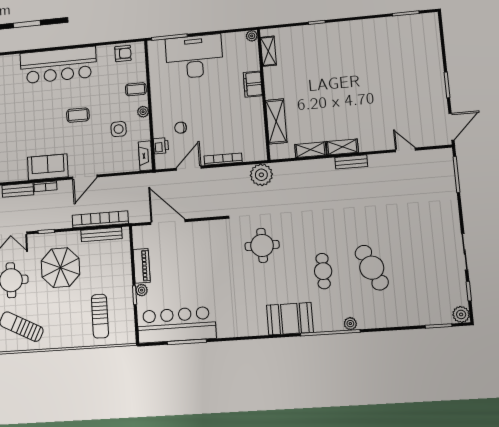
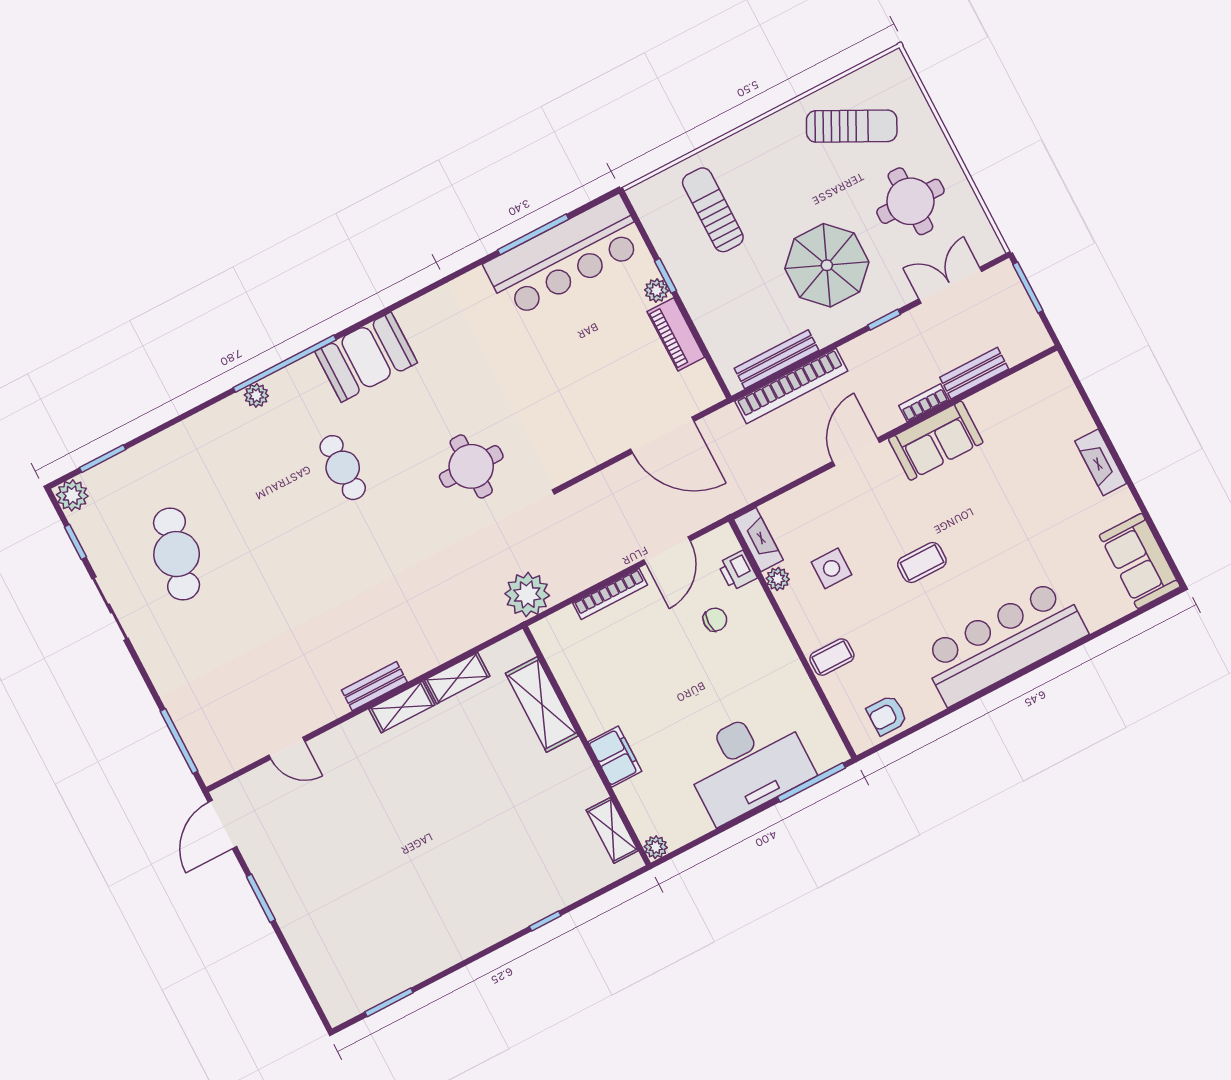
plant: (143, 112) -> (778, 579), moved
cafe table: (372, 268) -> (177, 554), moved, turned 39

